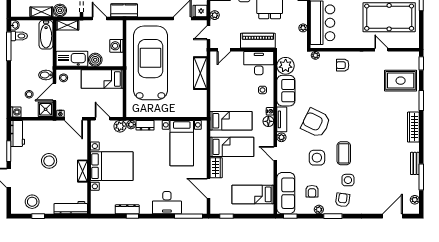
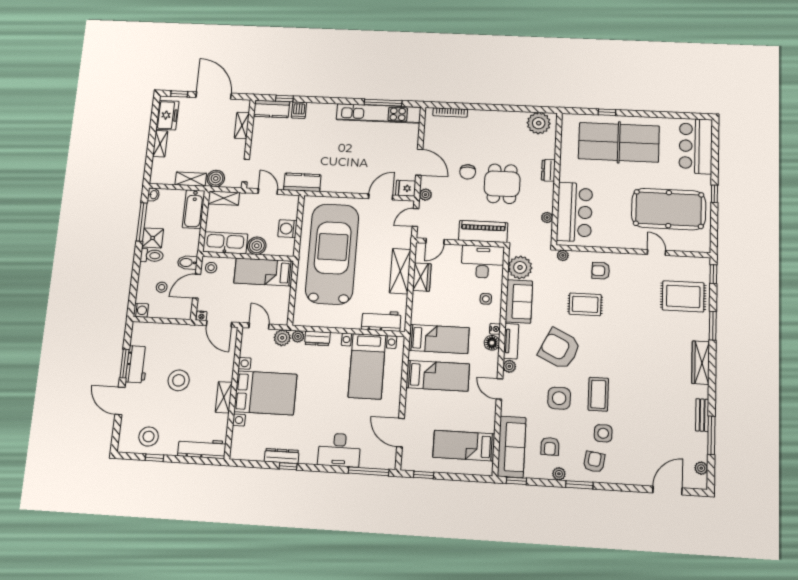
toilet: (19, 36) -> (152, 256), moved
rug: (332, 90) -> (585, 304), added
shower: (46, 109) -> (153, 238), moved
workbench: (189, 110) -> (381, 321), added
workbench: (18, 133) -> (137, 364), moved
wardrobe: (216, 168) -> (422, 277), moved

